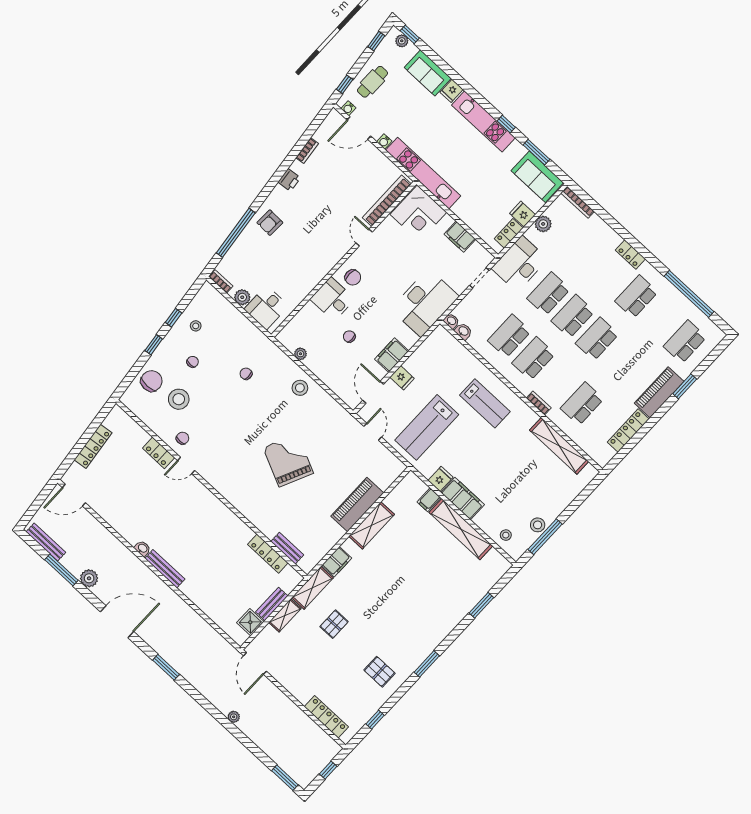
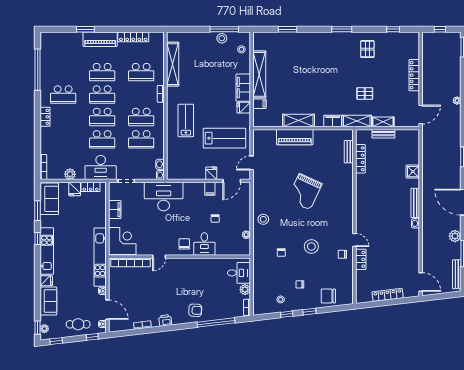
school desk: (685, 342) -> (102, 72), moved
filing cabinet: (392, 355) -> (210, 189), width x0.50
stool: (179, 399) -> (311, 247), moved
shower: (250, 622) -> (413, 172), moved
locker: (326, 717) -> (414, 75), moved

